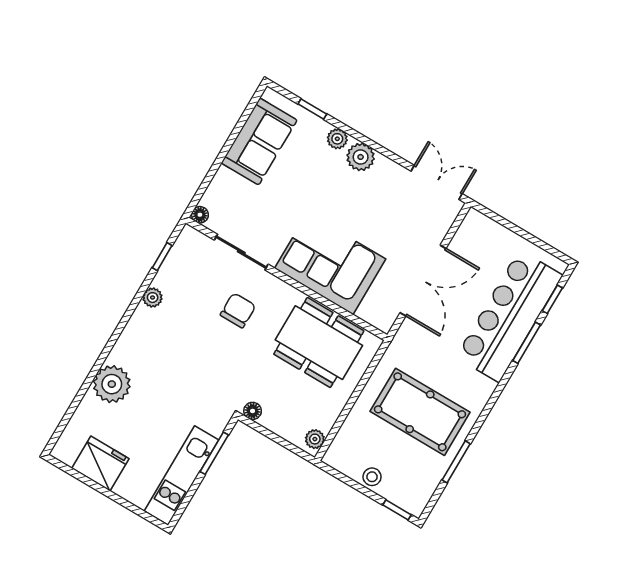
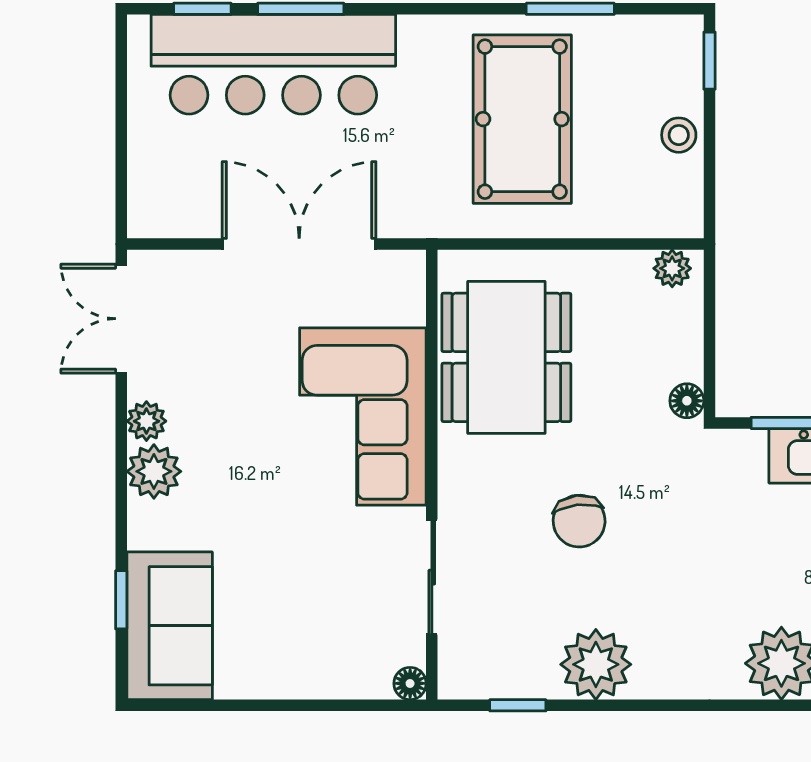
plant: (337, 139) -> (146, 421), moved
sofa: (259, 141) -> (170, 626), moved, turned 90
plant: (153, 298) -> (596, 664), width x1.88, depth x1.88
chair: (238, 310) -> (579, 521), moved, turned -96

